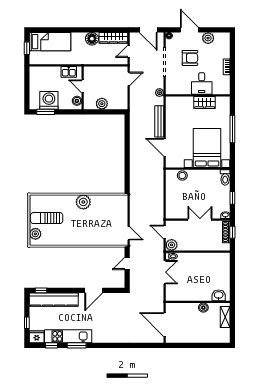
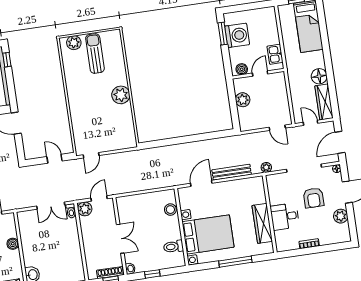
wardrobe: (205, 103) -> (262, 223), width x1.50
toilet: (225, 177) -> (173, 247), moved
boiler: (203, 308) -> (13, 244), moved

